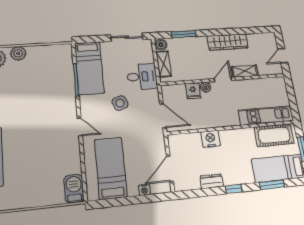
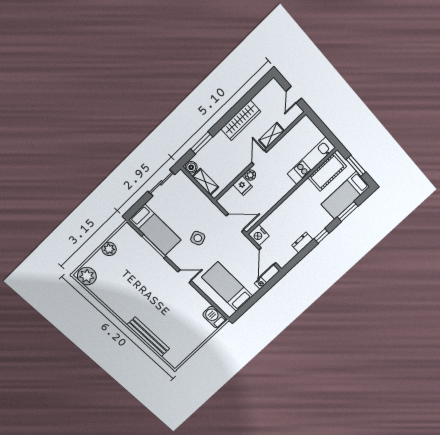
plant: (18, 53) -> (109, 249), moved
desk: (142, 77) -> (197, 205), removed
nightstand: (210, 139) -> (259, 235), moved, turned -90

